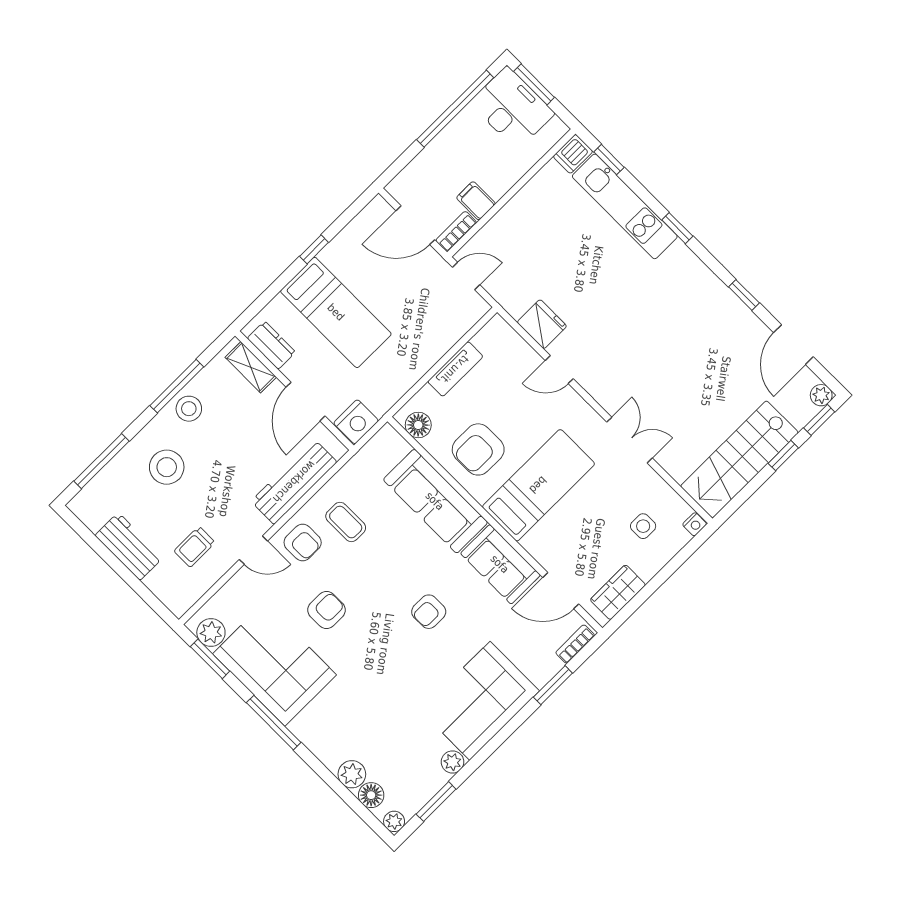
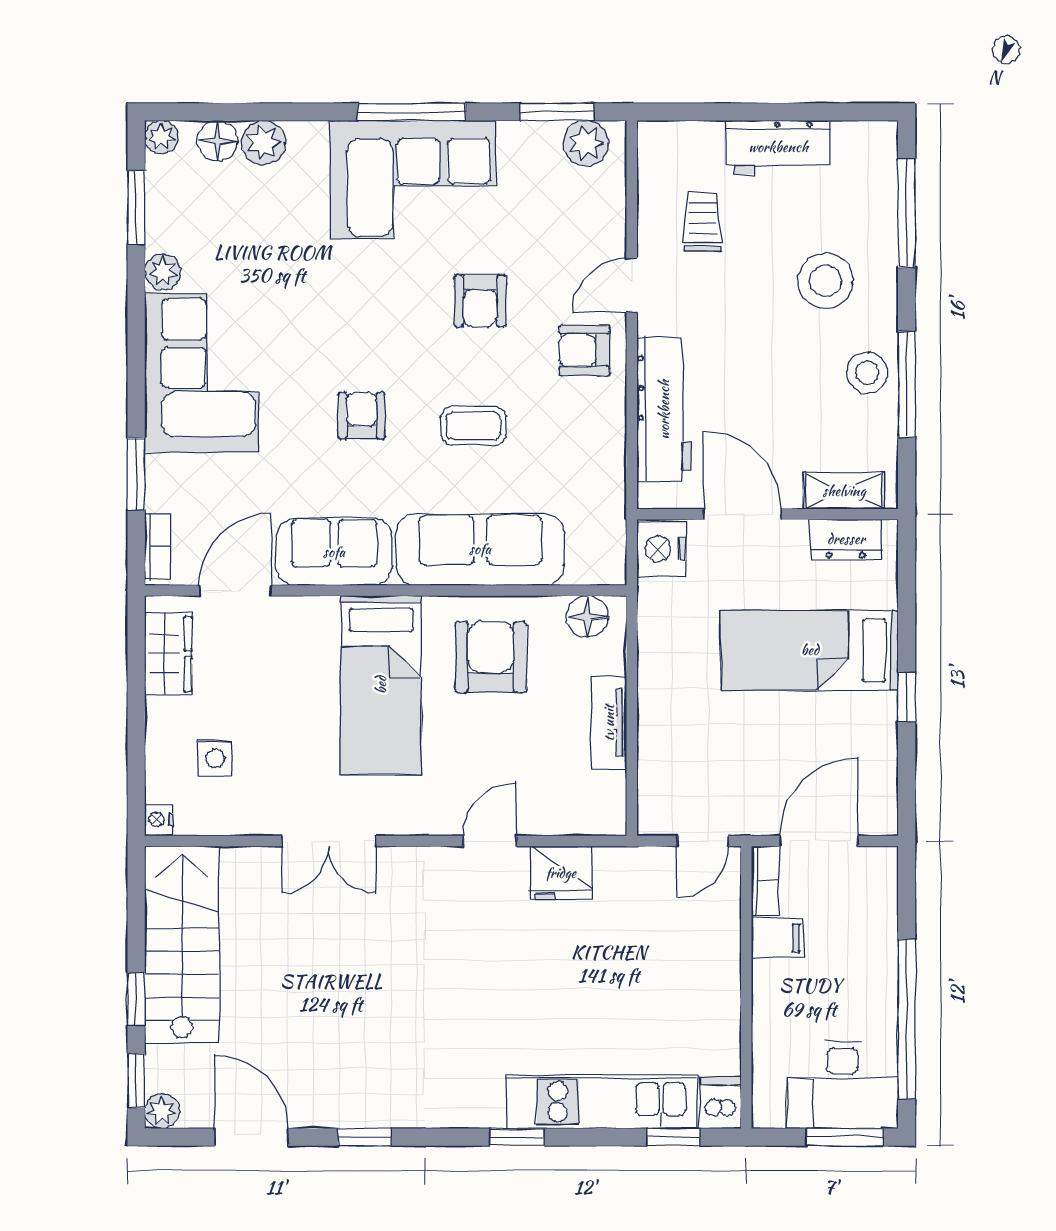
coffee table: (346, 522) -> (473, 426), moved
corner sofa: (275, 664) -> (413, 180), moved

